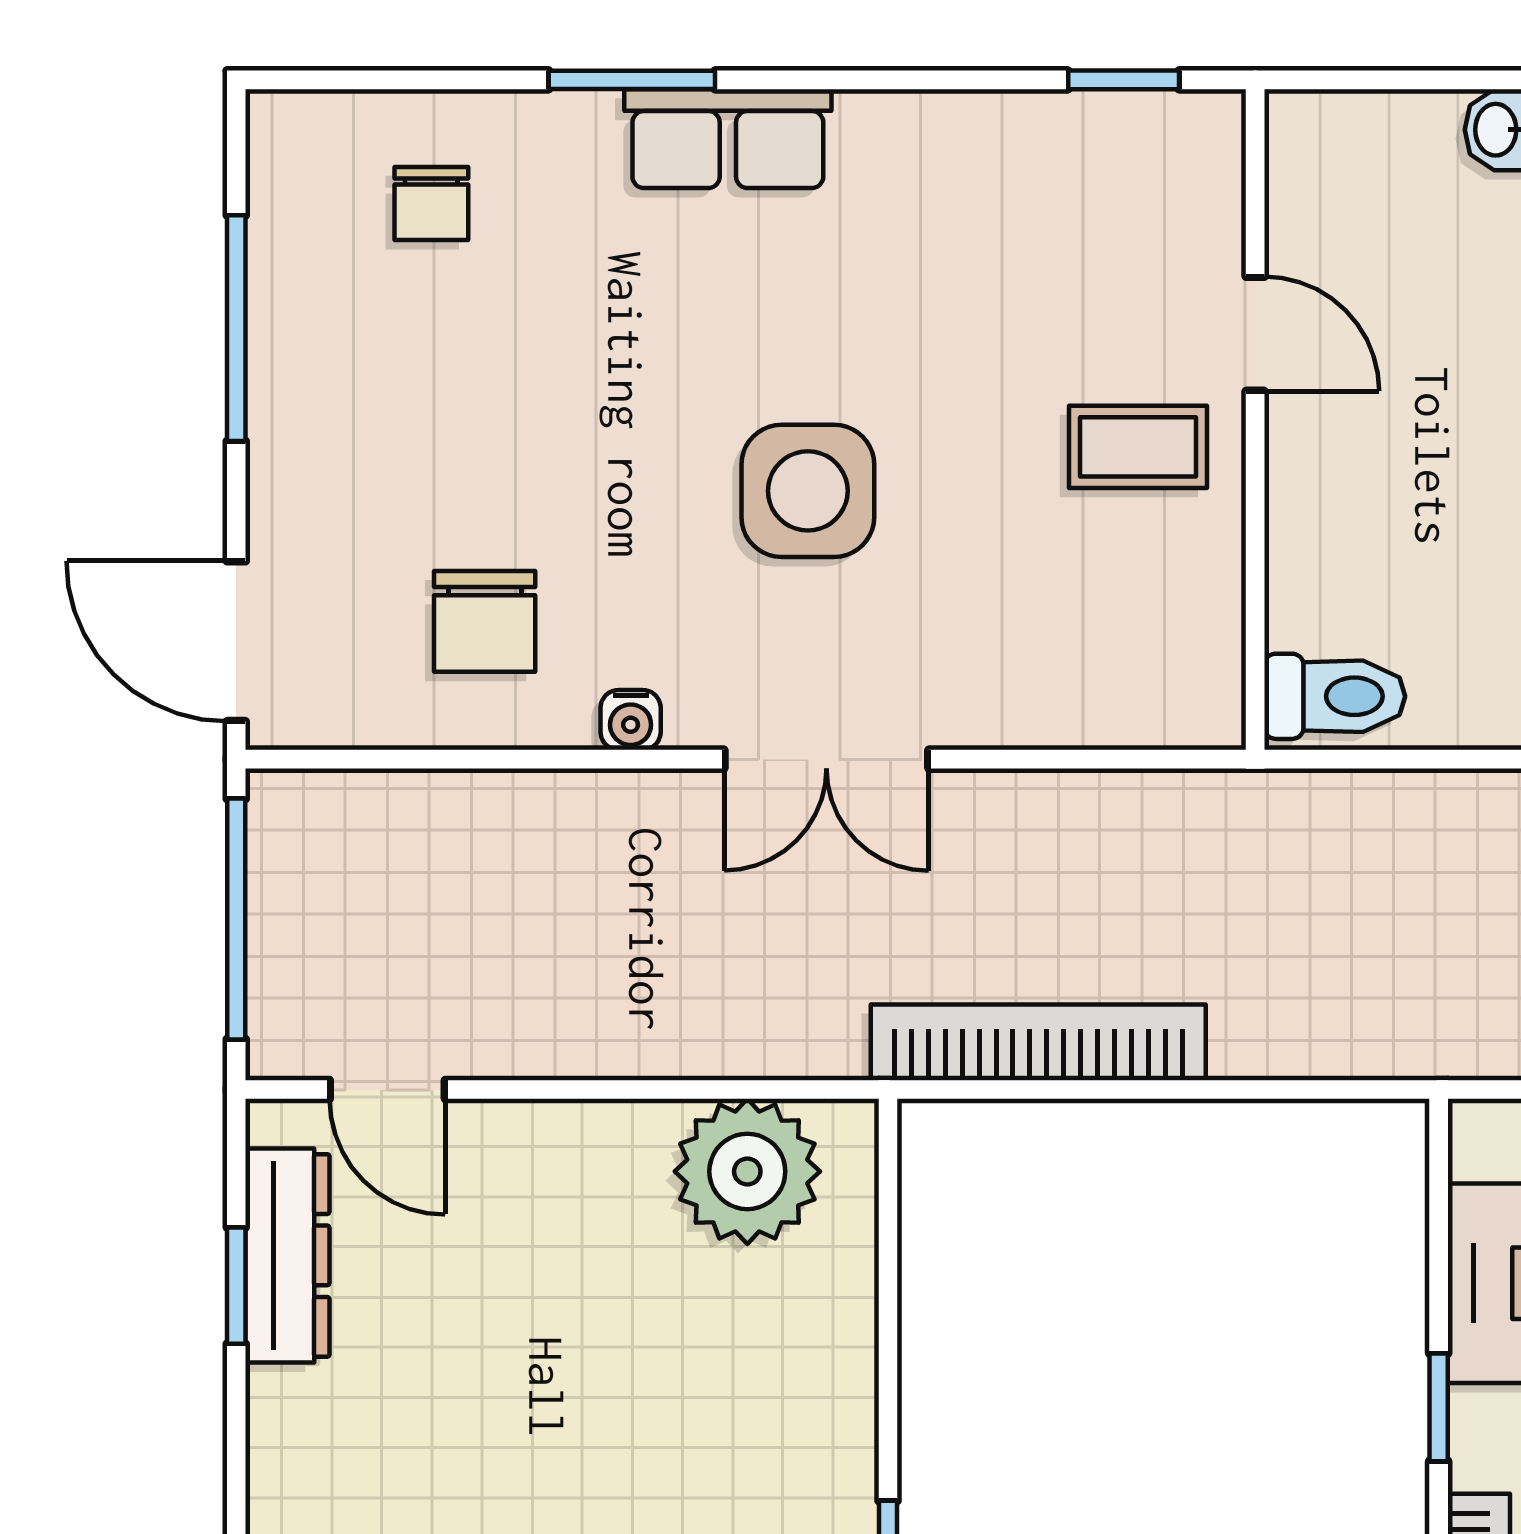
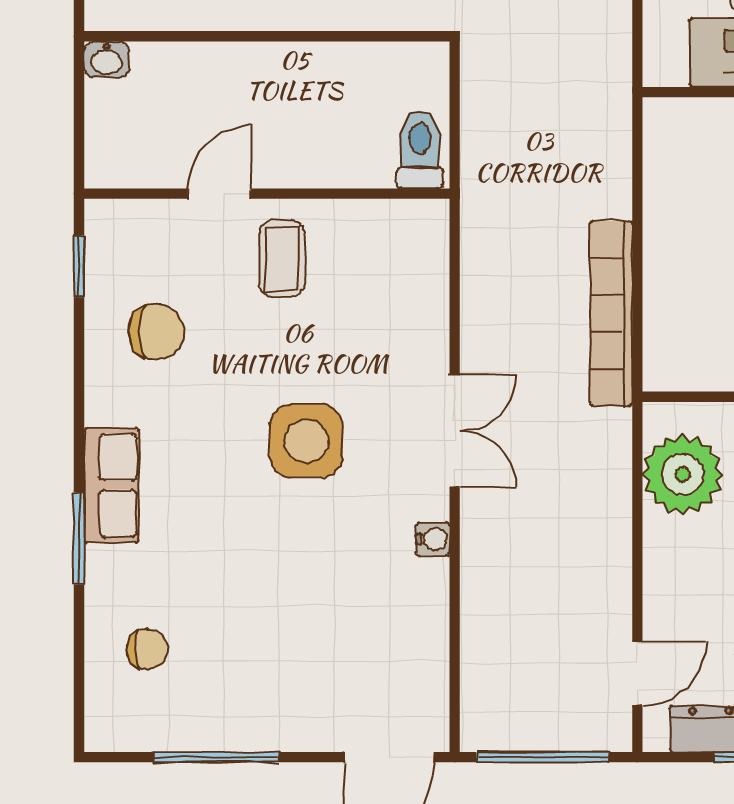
chair: (485, 621) -> (157, 332), moved

